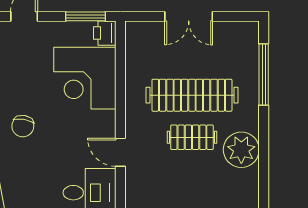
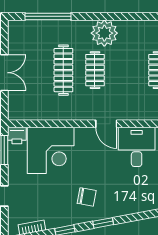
clothes rail: (192, 95) -> (63, 70), width x0.73, depth x0.76
door: (120, 152) -> (106, 124), hinge flipped

